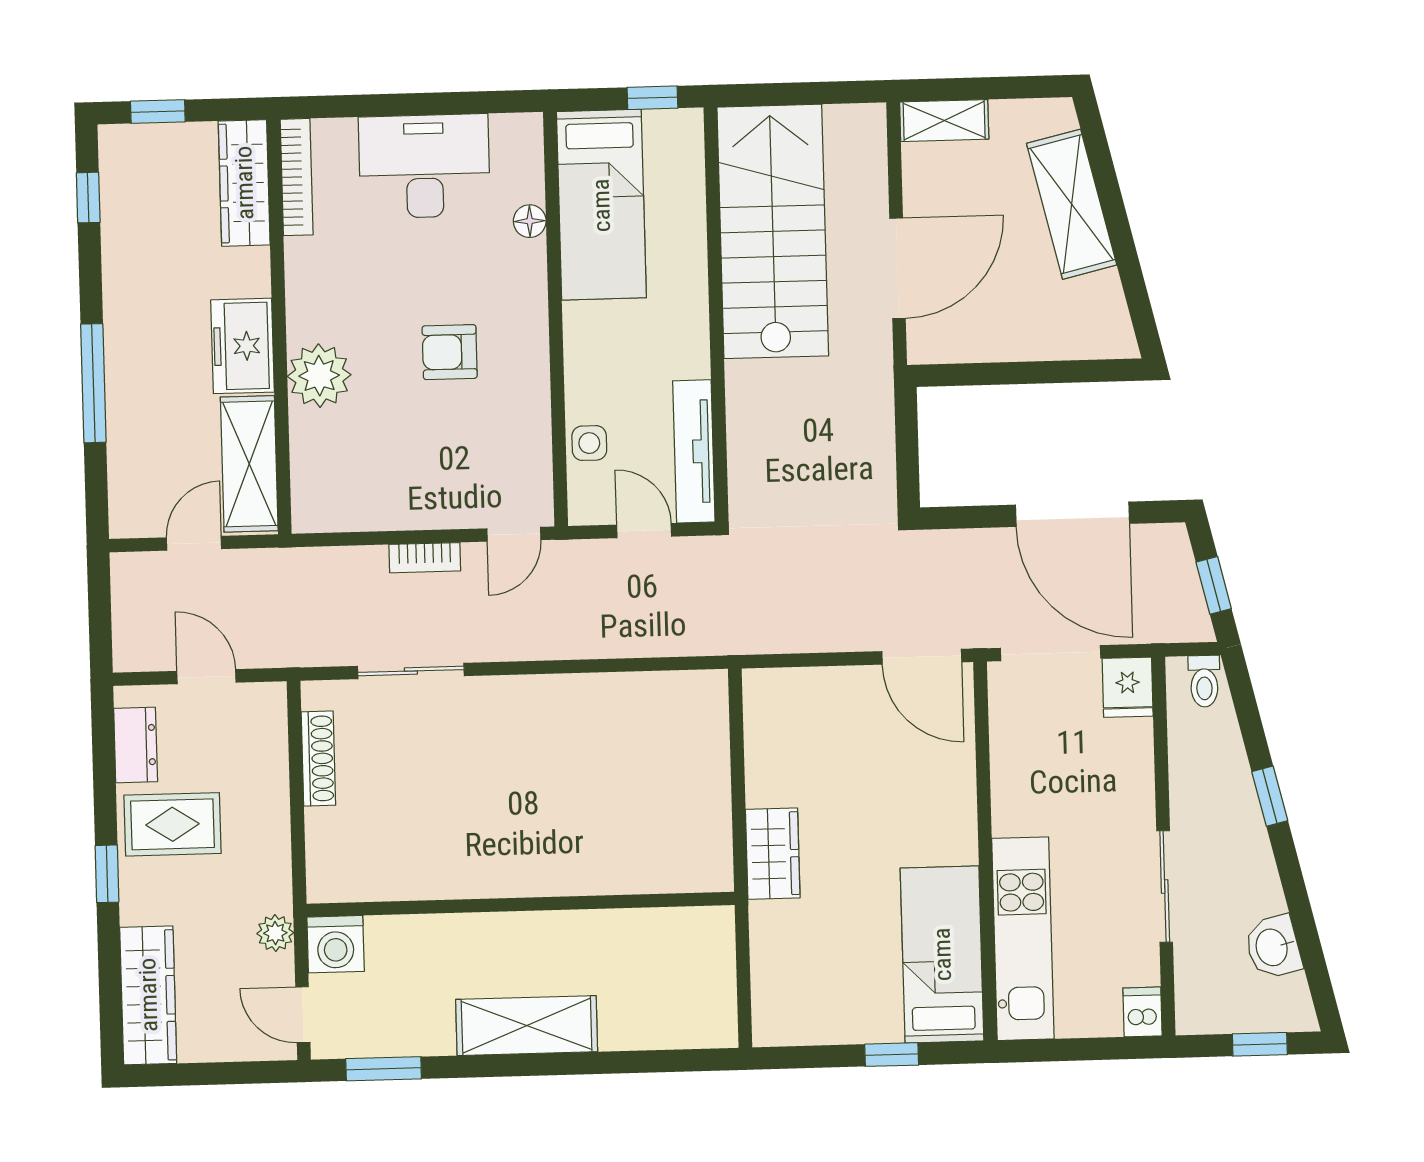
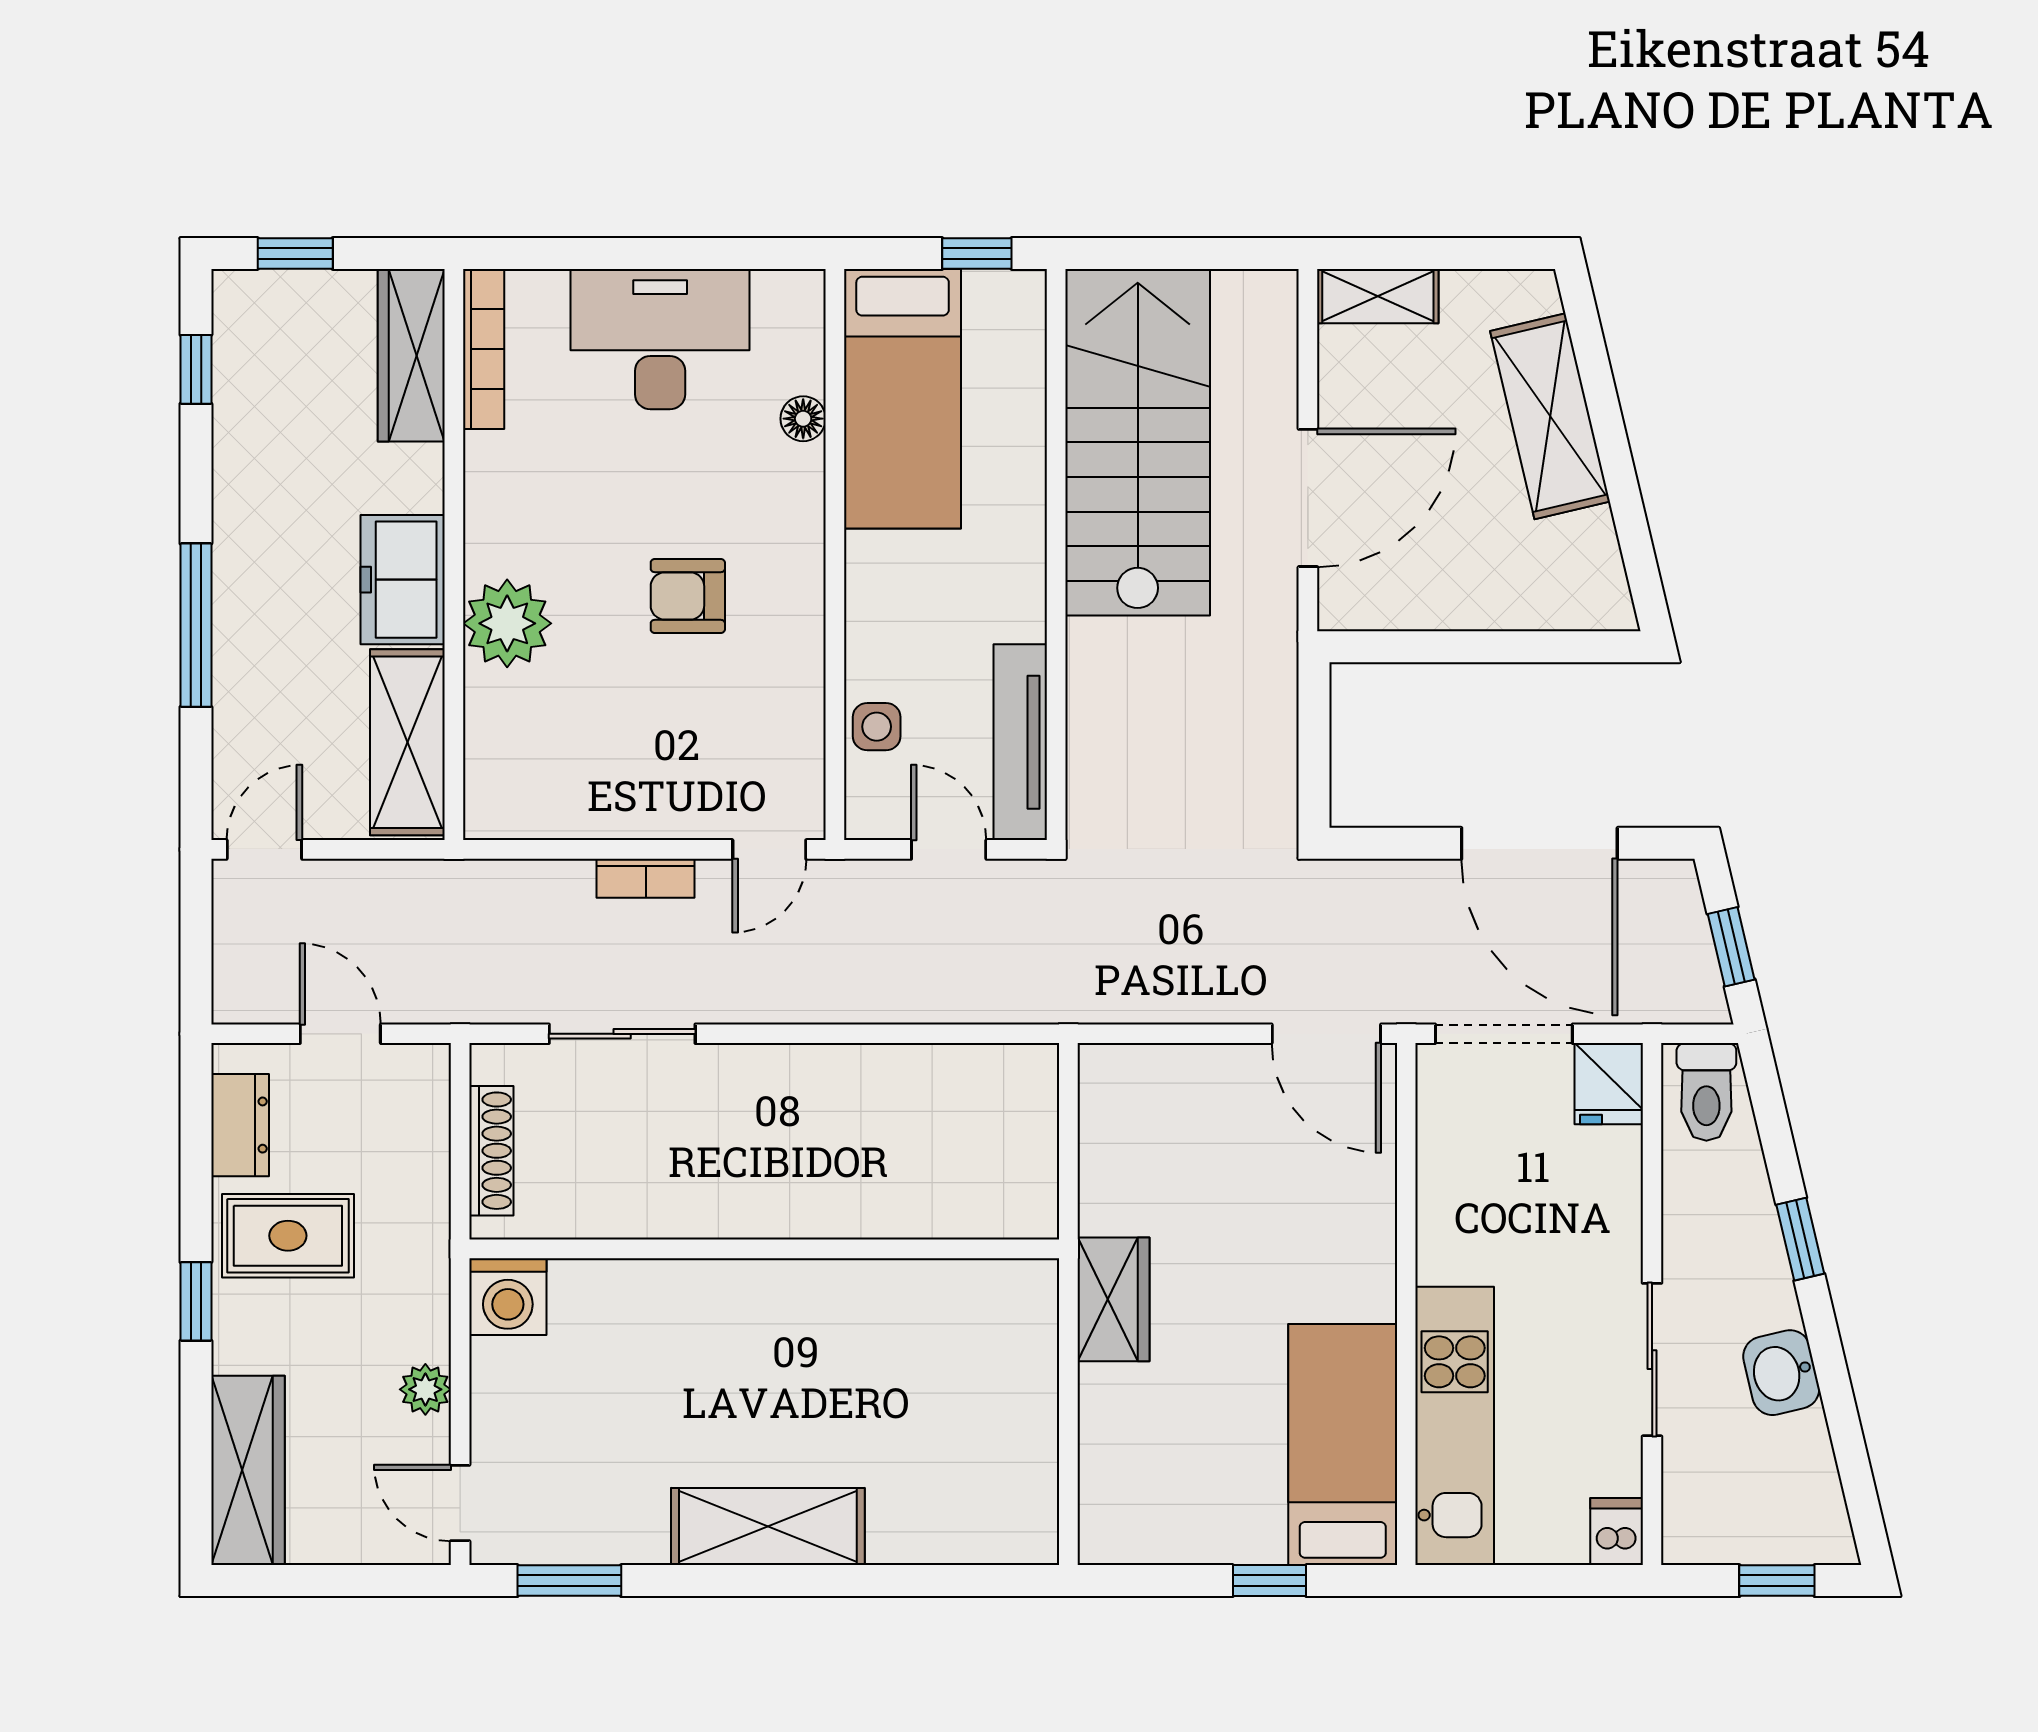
door: (194, 543) -> (264, 849), moved
toilet: (1204, 681) -> (1706, 1092), width x1.37, depth x1.39
wall: (521, 904) -> (764, 1249), moved
washing machine: (336, 944) -> (508, 1297), moved
washbasin: (1273, 947) -> (1781, 1373), moved

